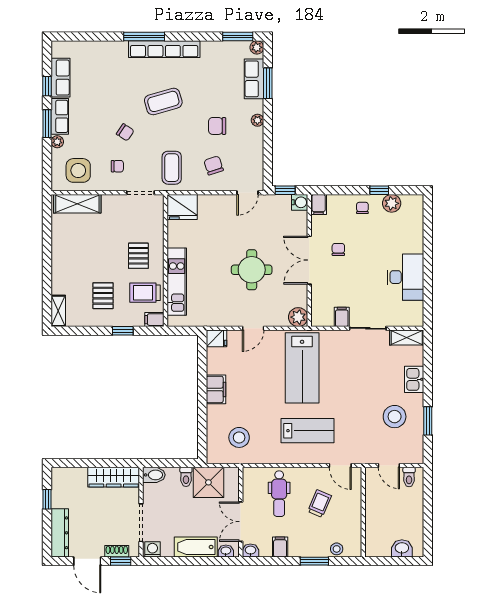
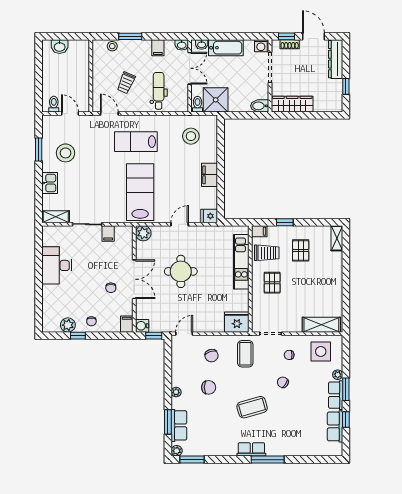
row of seats: (164, 49) -> (251, 449), width x0.50
toilet: (186, 477) -> (198, 104), moved

